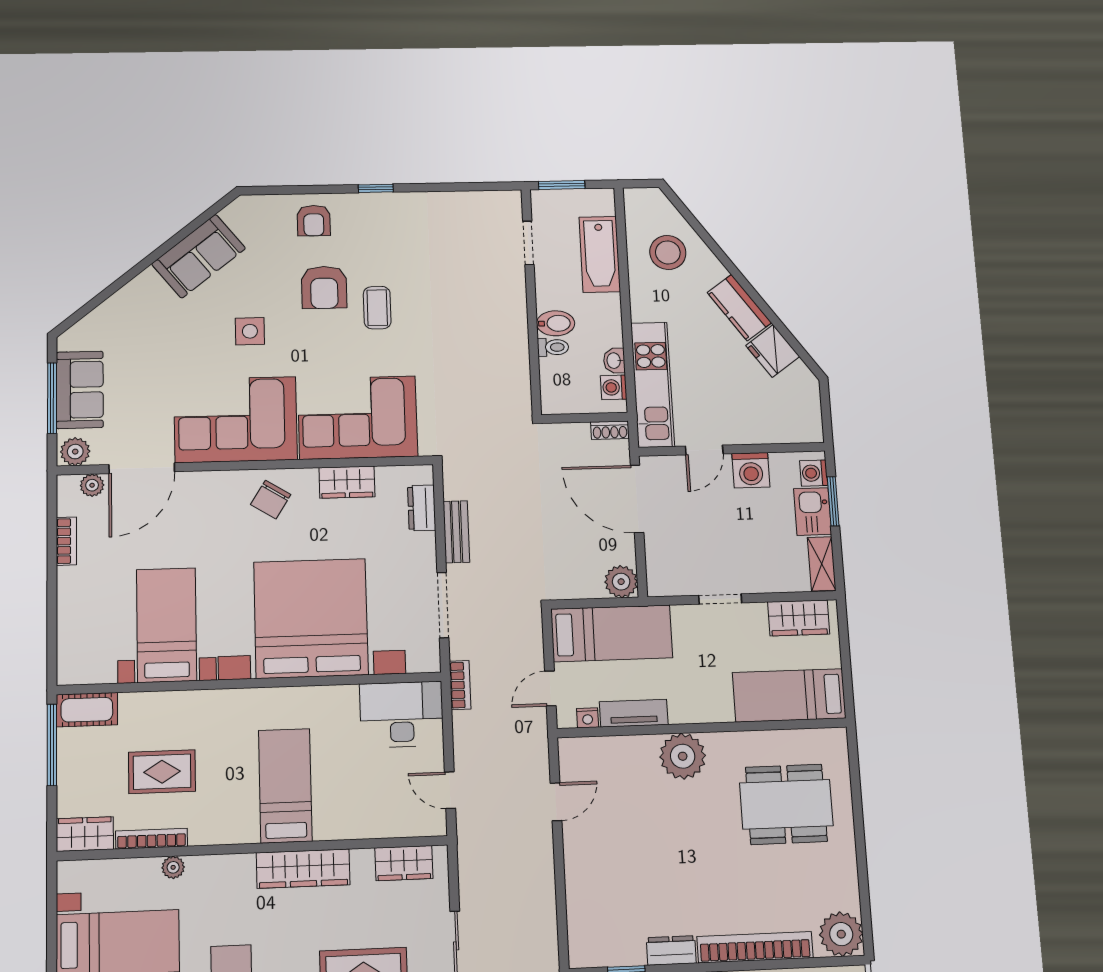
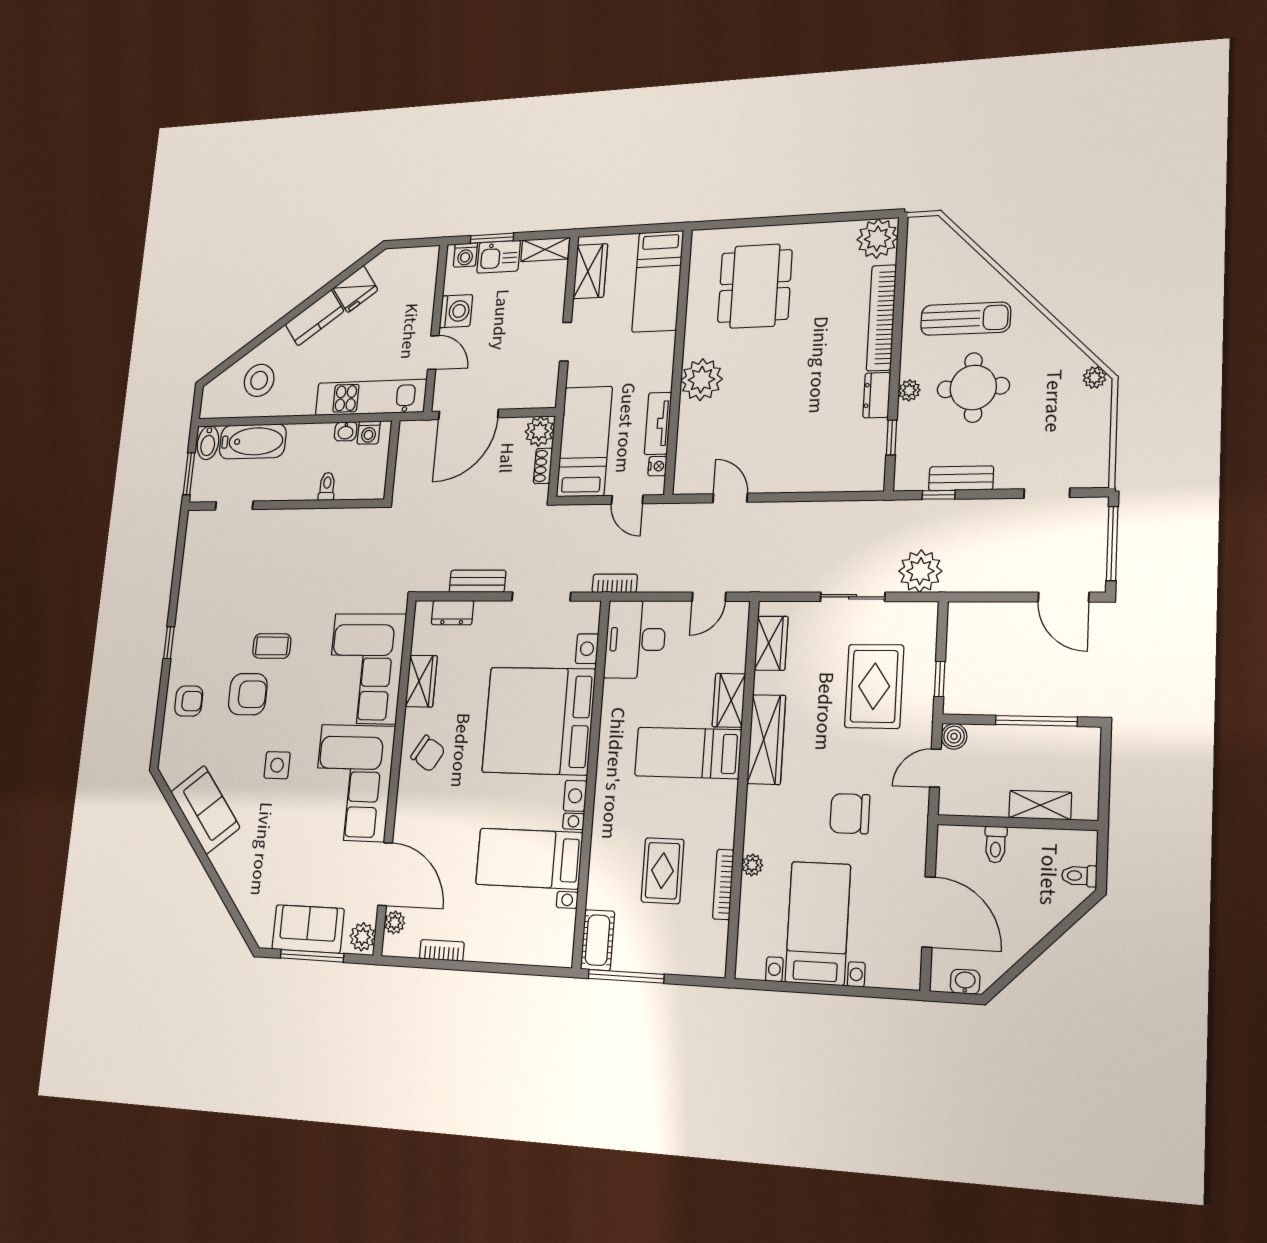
bidet: (556, 323) -> (208, 443), moved, turned 180
shoe rack: (610, 430) -> (543, 466), moved, turned 180
wardrobe: (85, 834) -> (729, 700), moved

